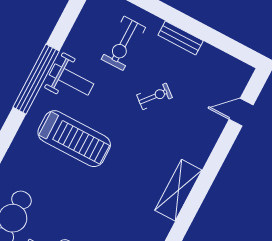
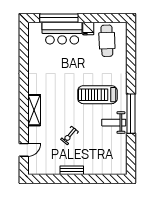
exercise bike: (123, 43) -> (98, 153), removed
shelving: (178, 190) -> (34, 110), moved

